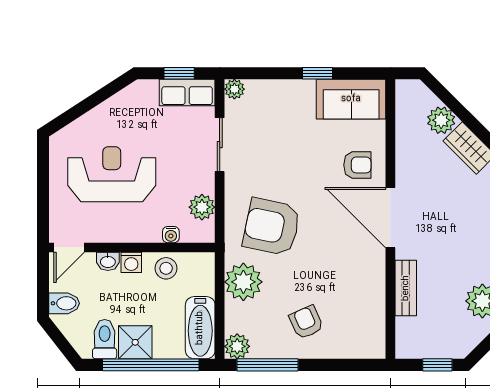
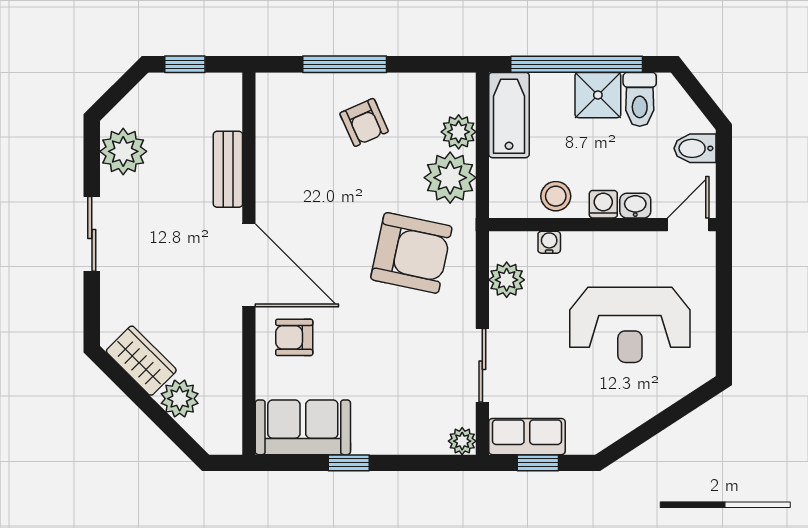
plant: (237, 346) -> (459, 132), moved
window: (267, 365) -> (345, 64), moved

